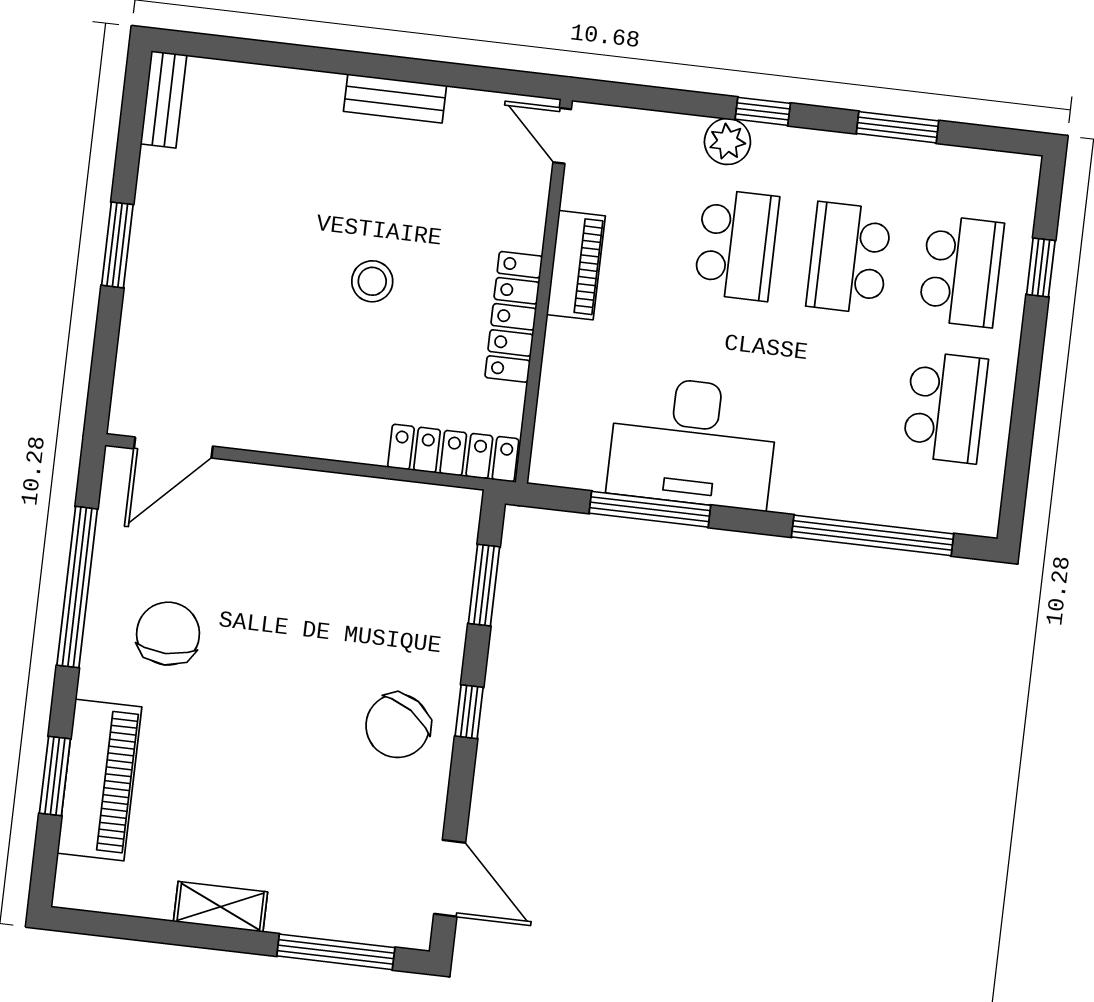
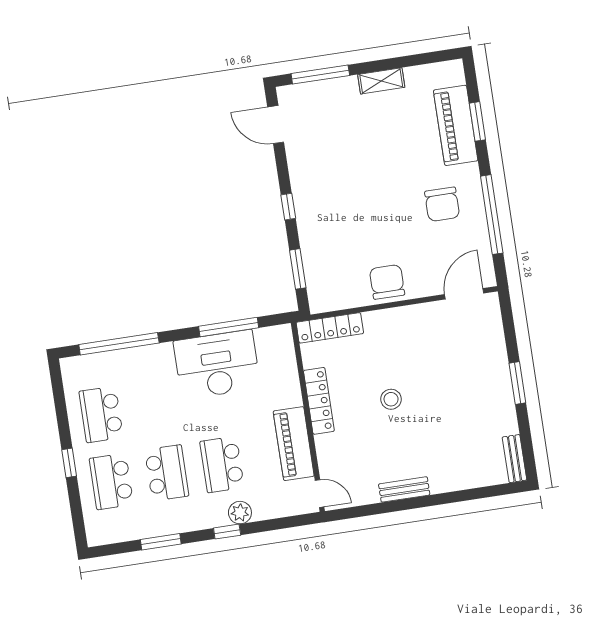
piano: (576, 265) -> (294, 444), width x1.37, depth x1.33
window: (1041, 268) -> (69, 463), moved
chair: (398, 726) -> (387, 282), moved, turned -34

